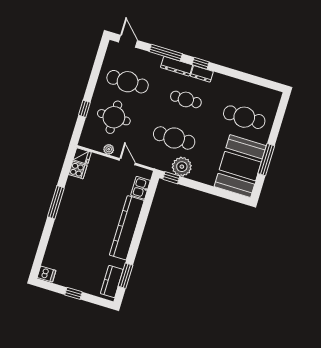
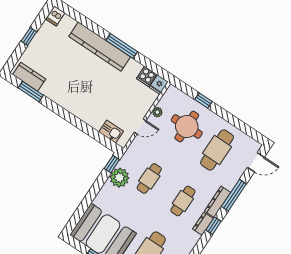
cafe table: (174, 138) -> (149, 179), width x0.73, depth x0.74
kitchen counter: (127, 228) -> (100, 47), moved, turned 180

